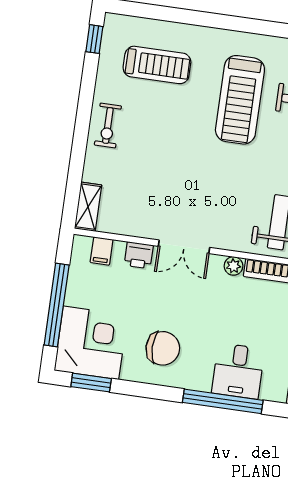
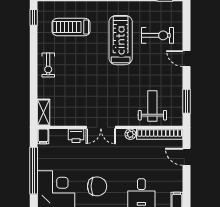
treadmill: (157, 65) -> (71, 27), turned 180
treadmill: (240, 100) -> (121, 40), turned 180
filing cabinet: (102, 251) -> (43, 136), moved

